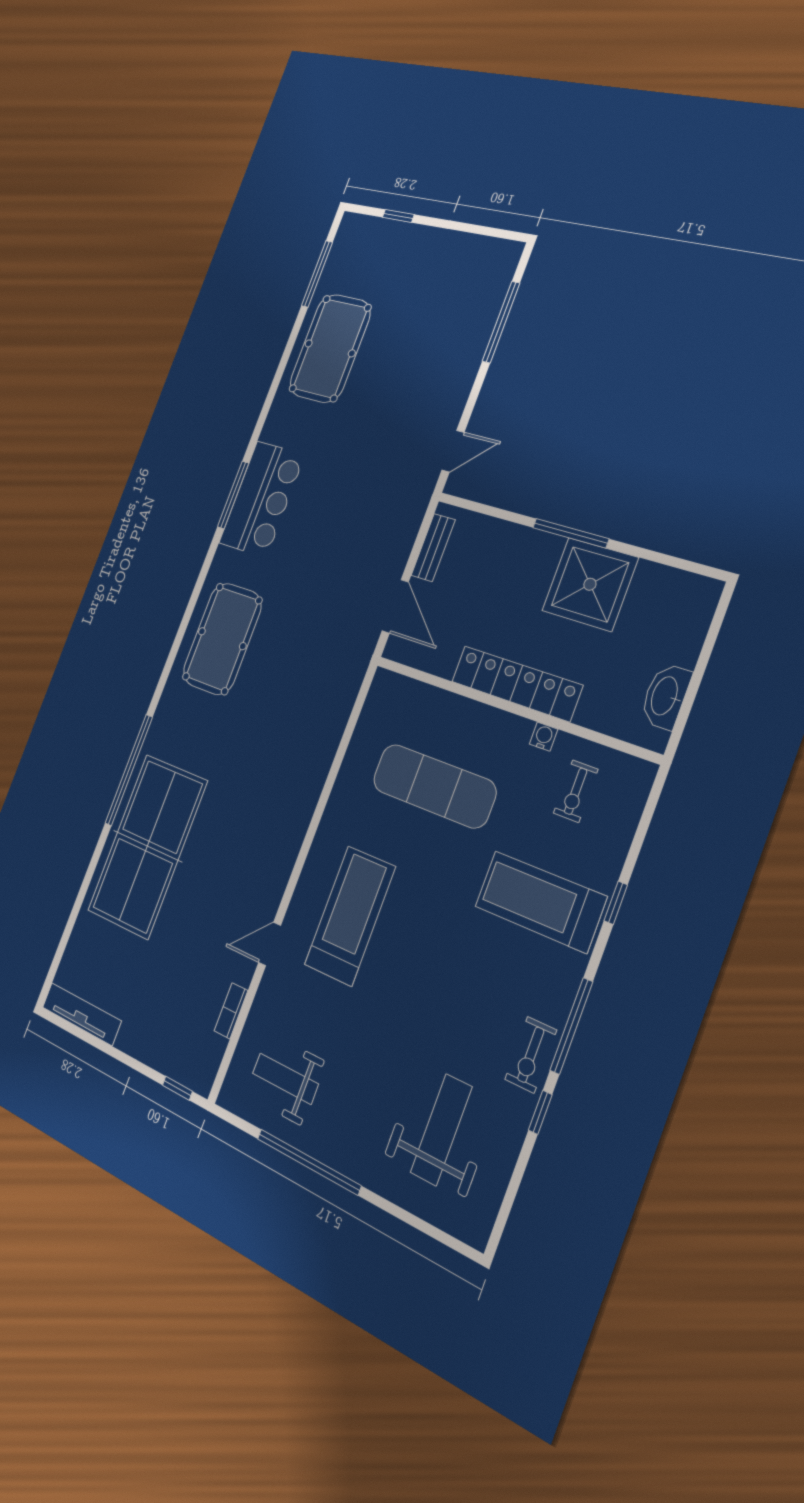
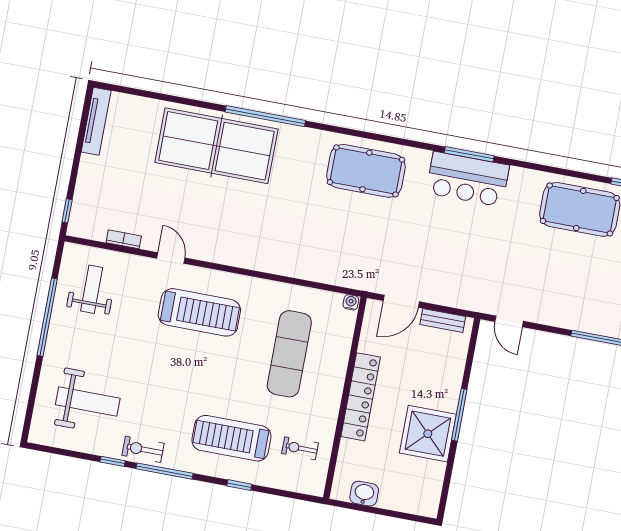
washbasin: (665, 696) -> (364, 494), width x0.72
water cooler: (544, 737) -> (351, 302), moved, turned -90
treadmill: (540, 902) -> (231, 438), turned -90

